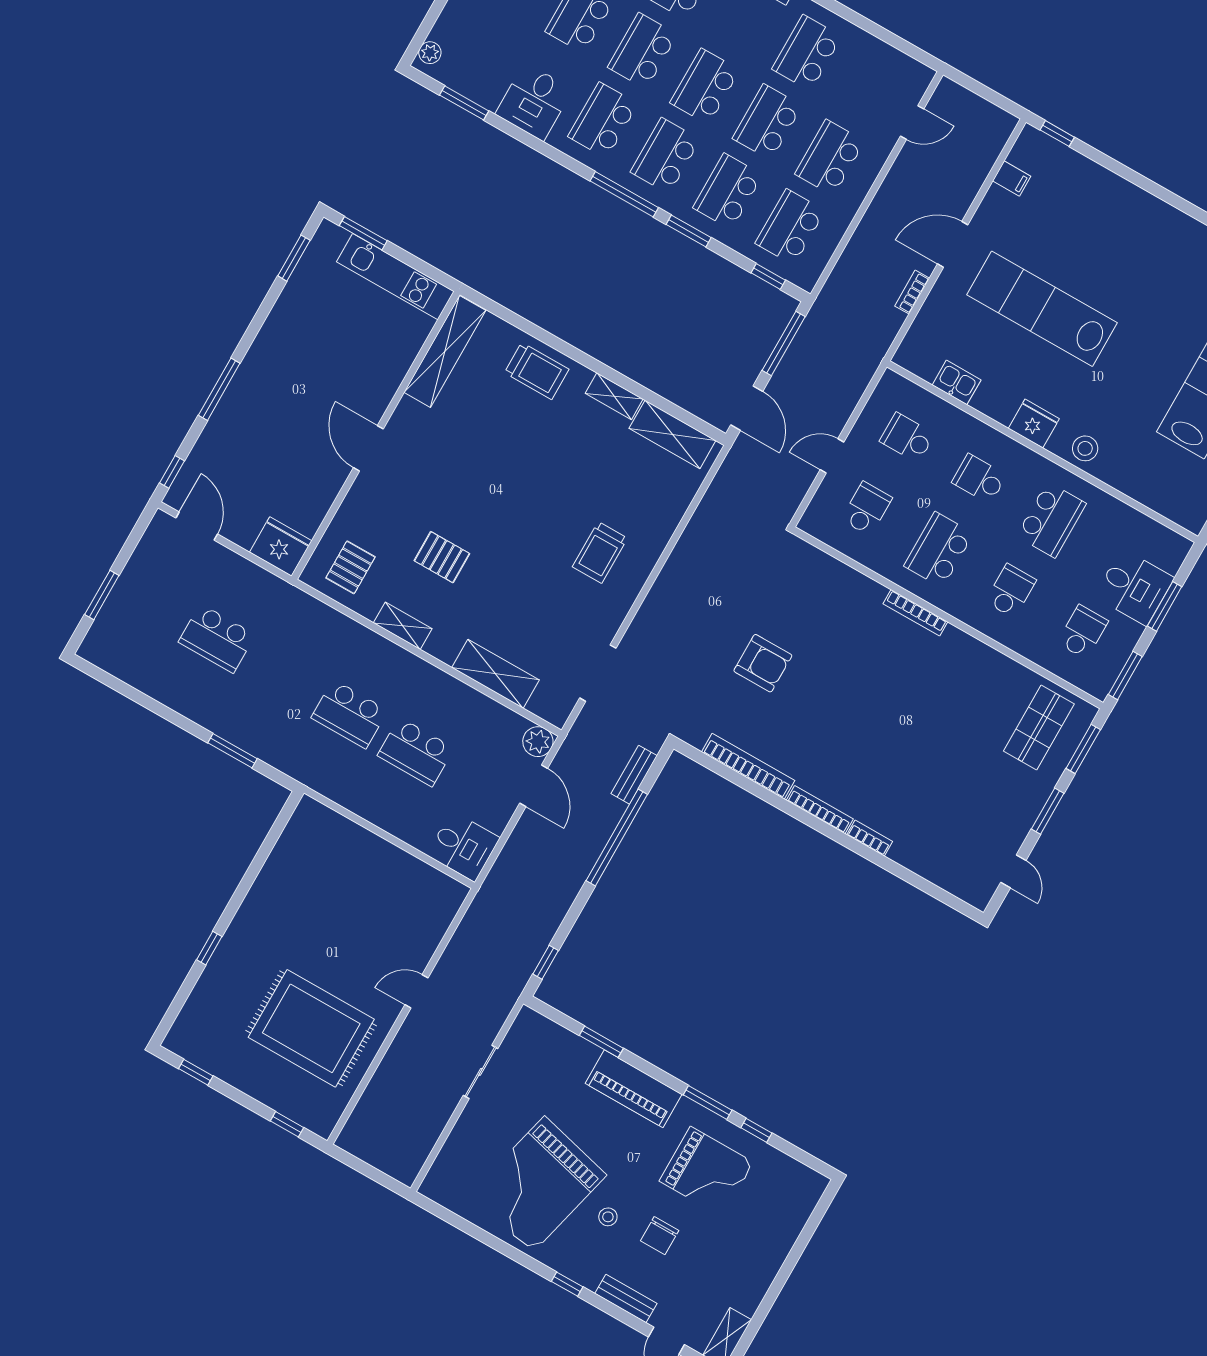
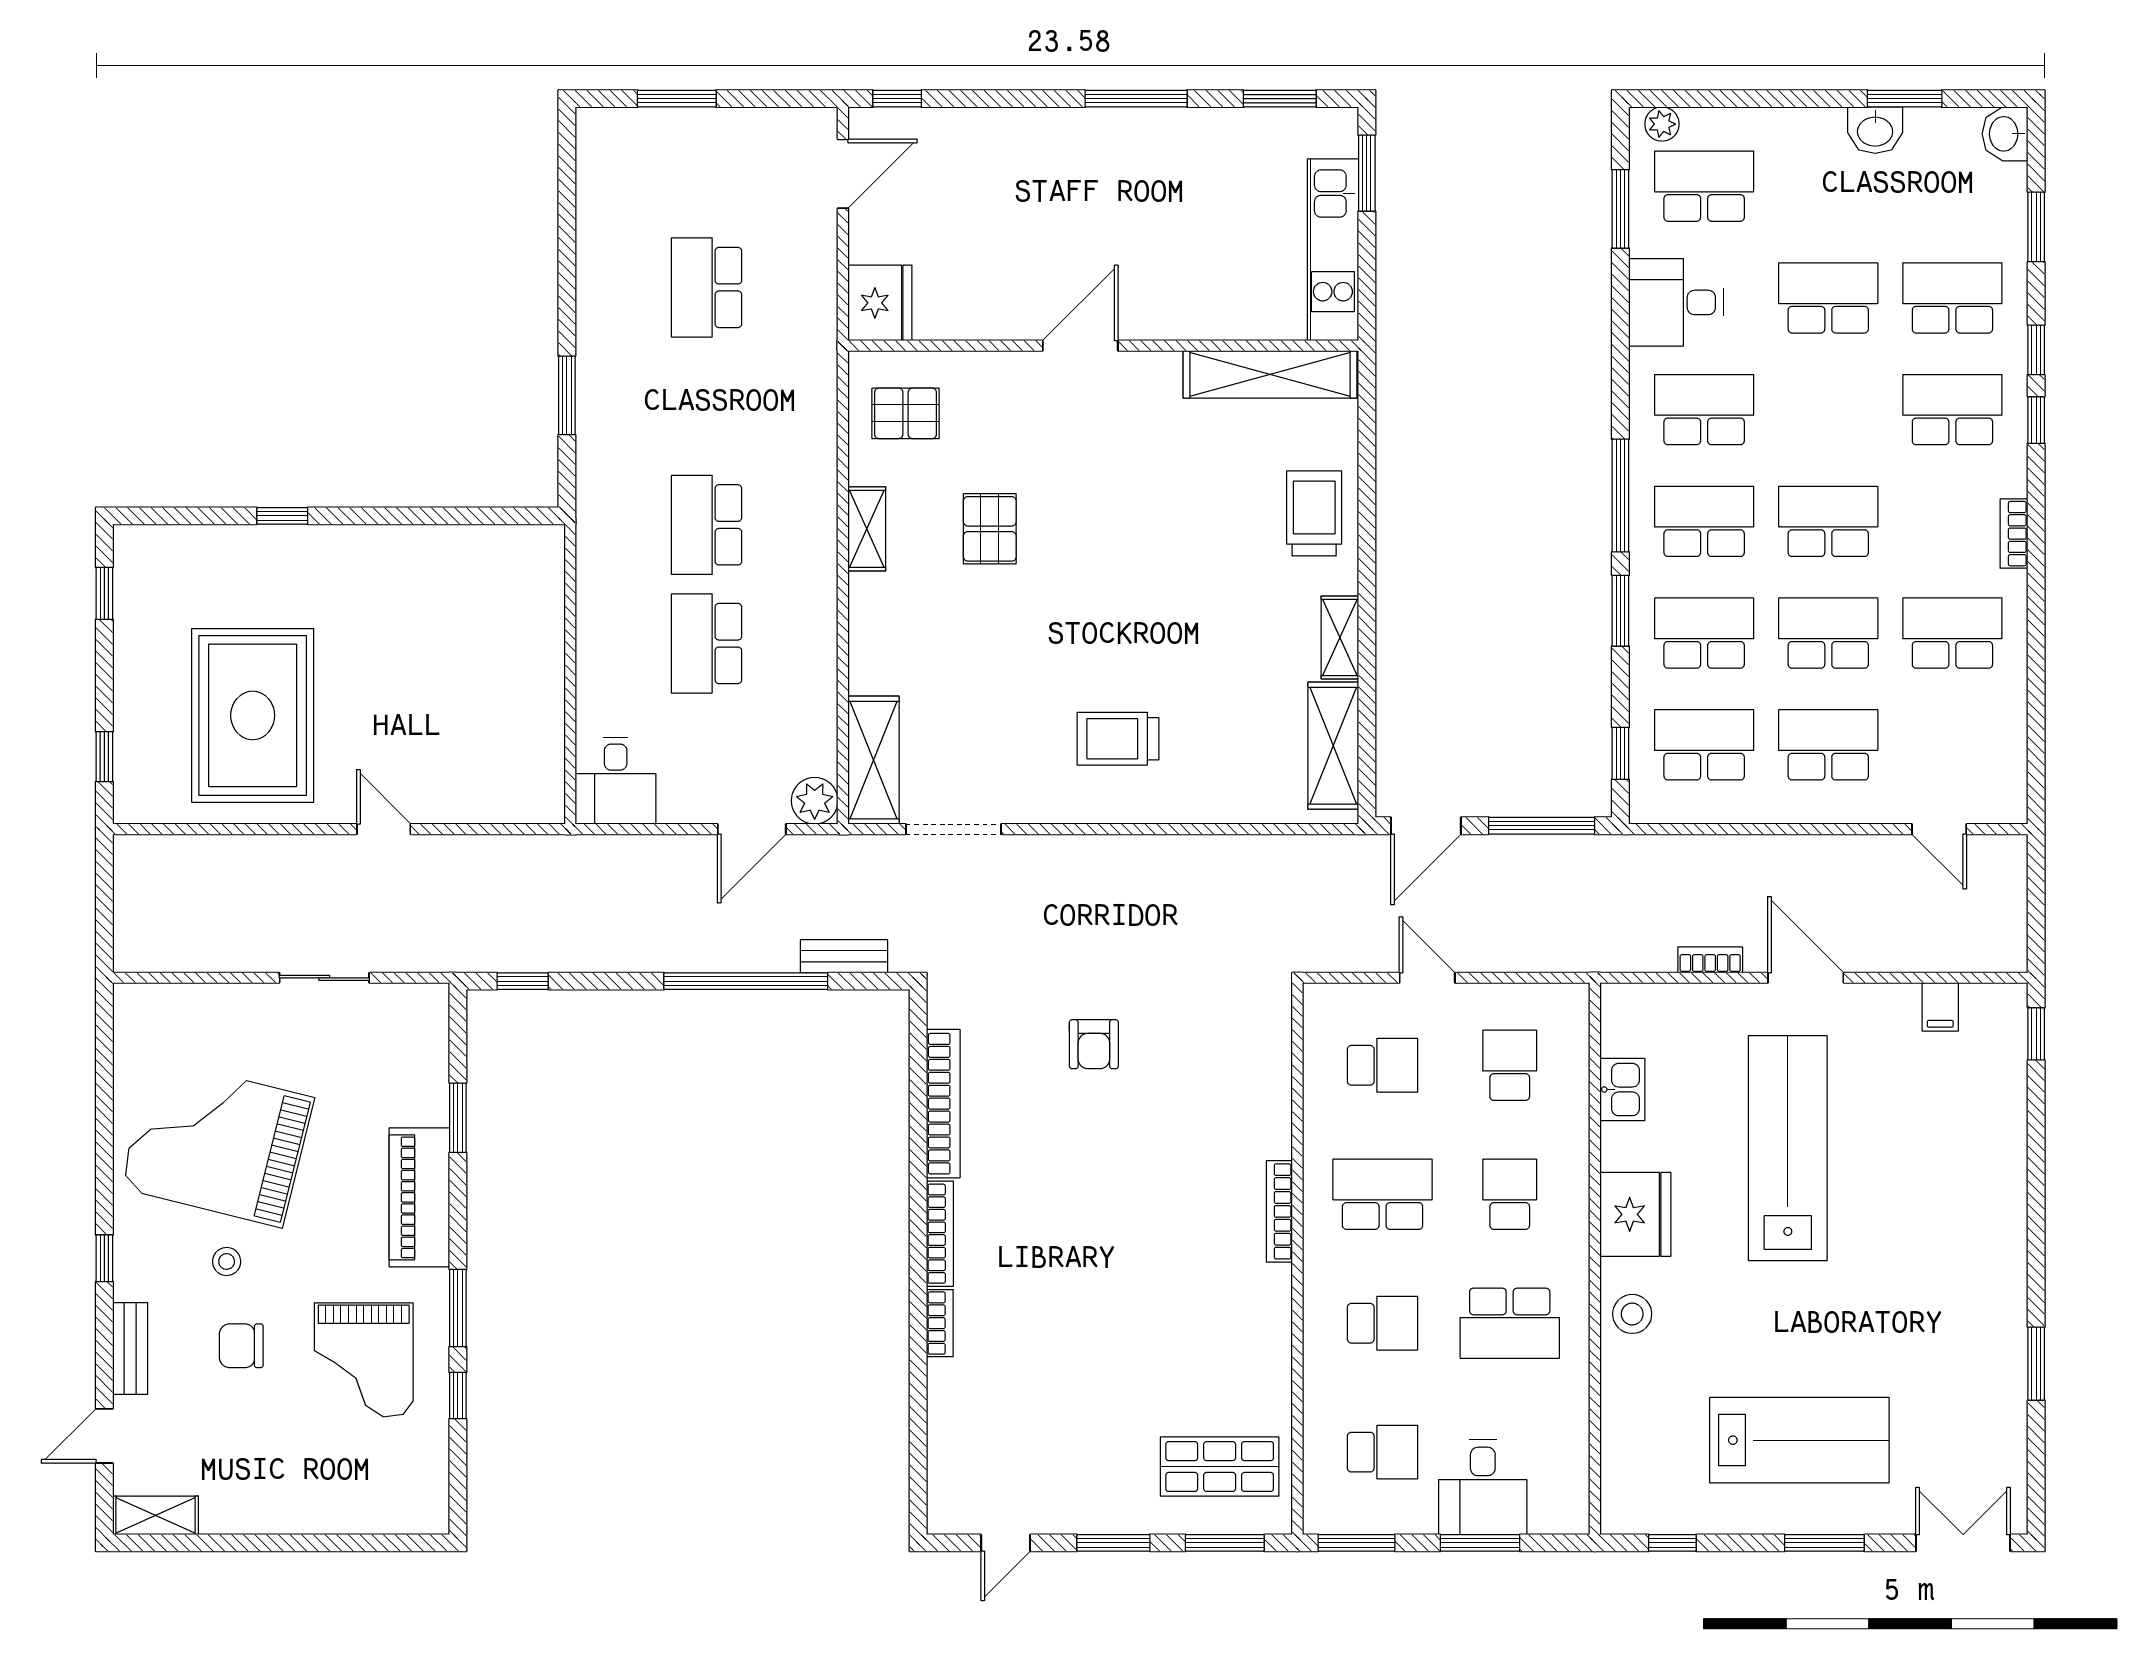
school desk: (642, 51) -> (1704, 186), moved
trolley: (537, 371) -> (1314, 513), turned 180
window: (219, 389) -> (1136, 99), moved
fridge: (1034, 424) -> (1635, 1214), width x1.36, depth x1.34
armchair: (763, 663) -> (1094, 1044), width x0.72, depth x0.72
shelving: (495, 674) -> (873, 760), moved

